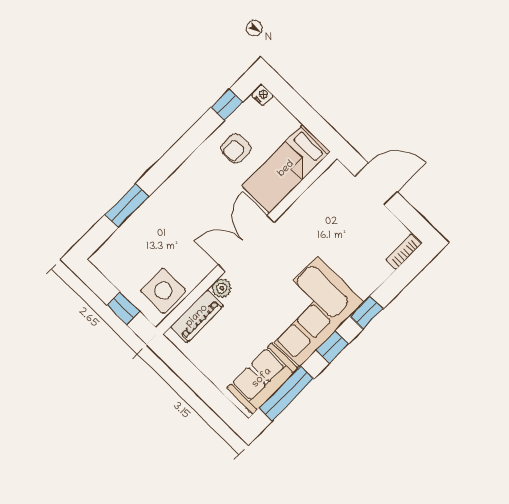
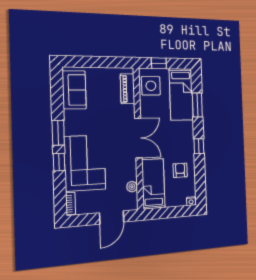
window: (227, 105) -> (199, 146), moved
bed: (134, 241) -> (181, 94), added
plant: (222, 288) -> (132, 187), moved
corner sofa: (309, 312) -> (85, 163), moved
window: (332, 347) -> (58, 133), width x1.50
window: (286, 393) -> (57, 94), removed

